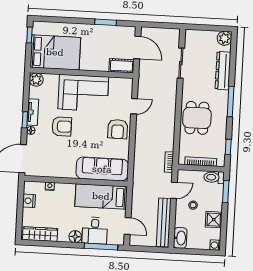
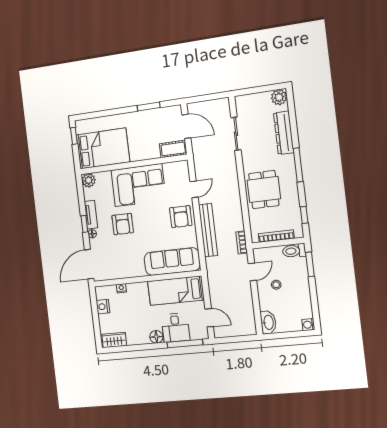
armchair: (62, 126) -> (123, 224), turned 90
shower: (214, 220) -> (302, 297), removed
bench: (164, 222) -> (208, 230), moved
wardrobe: (40, 234) -> (114, 340), width x0.67

